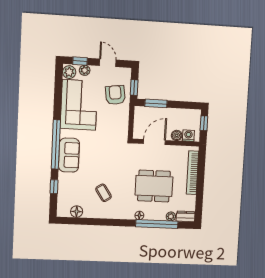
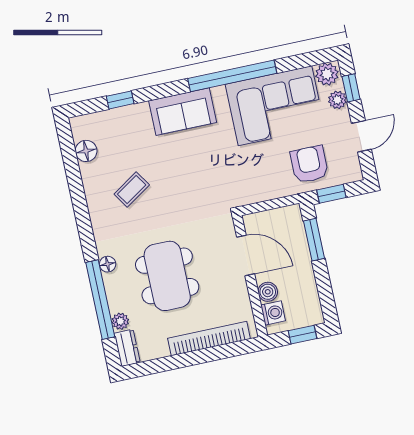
armchair: (115, 95) -> (309, 164), turned -82
window: (56, 144) -> (232, 76), moved

